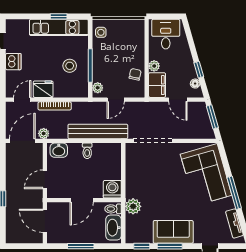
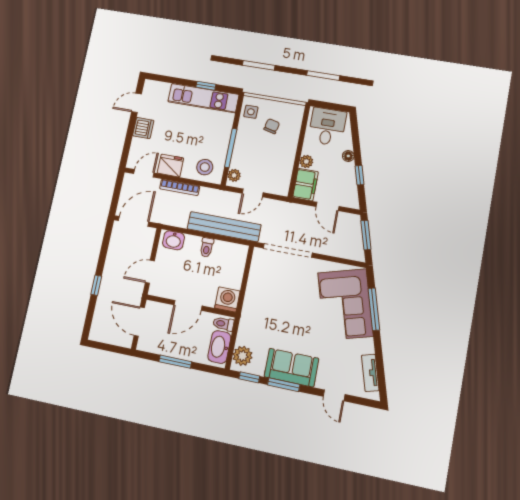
stool: (70, 66) -> (205, 167), moved
chair: (135, 74) -> (272, 126), moved
floor lamp: (195, 84) -> (348, 156), moved
plant: (44, 133) -> (160, 217), removed
window: (234, 193) -> (374, 309), moved
plant: (133, 206) -> (242, 356), moved

